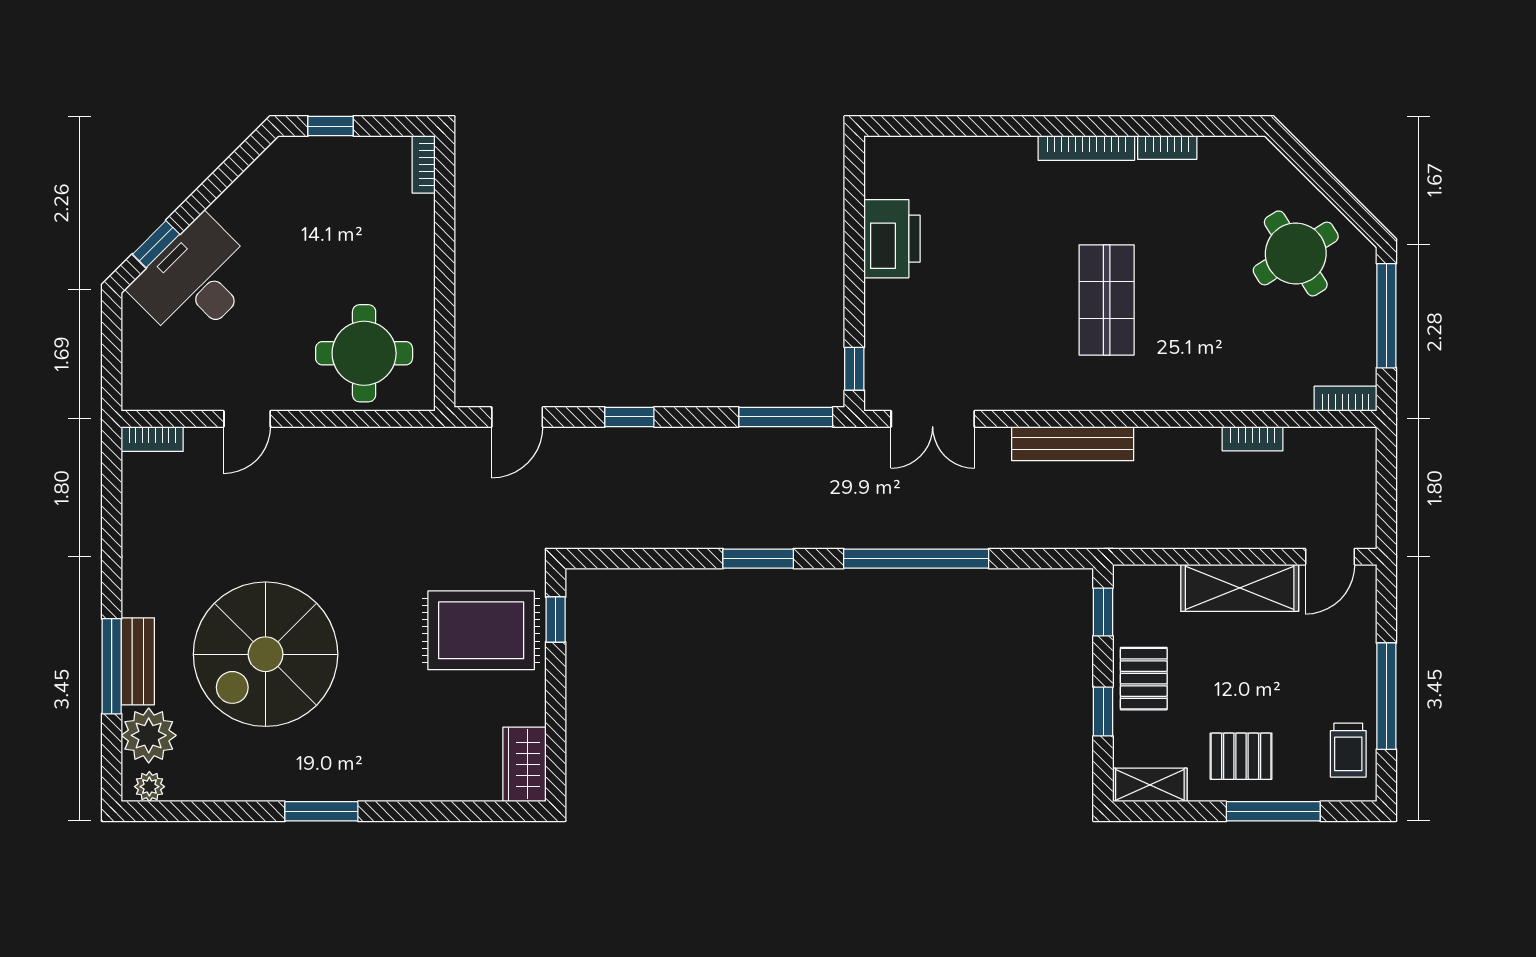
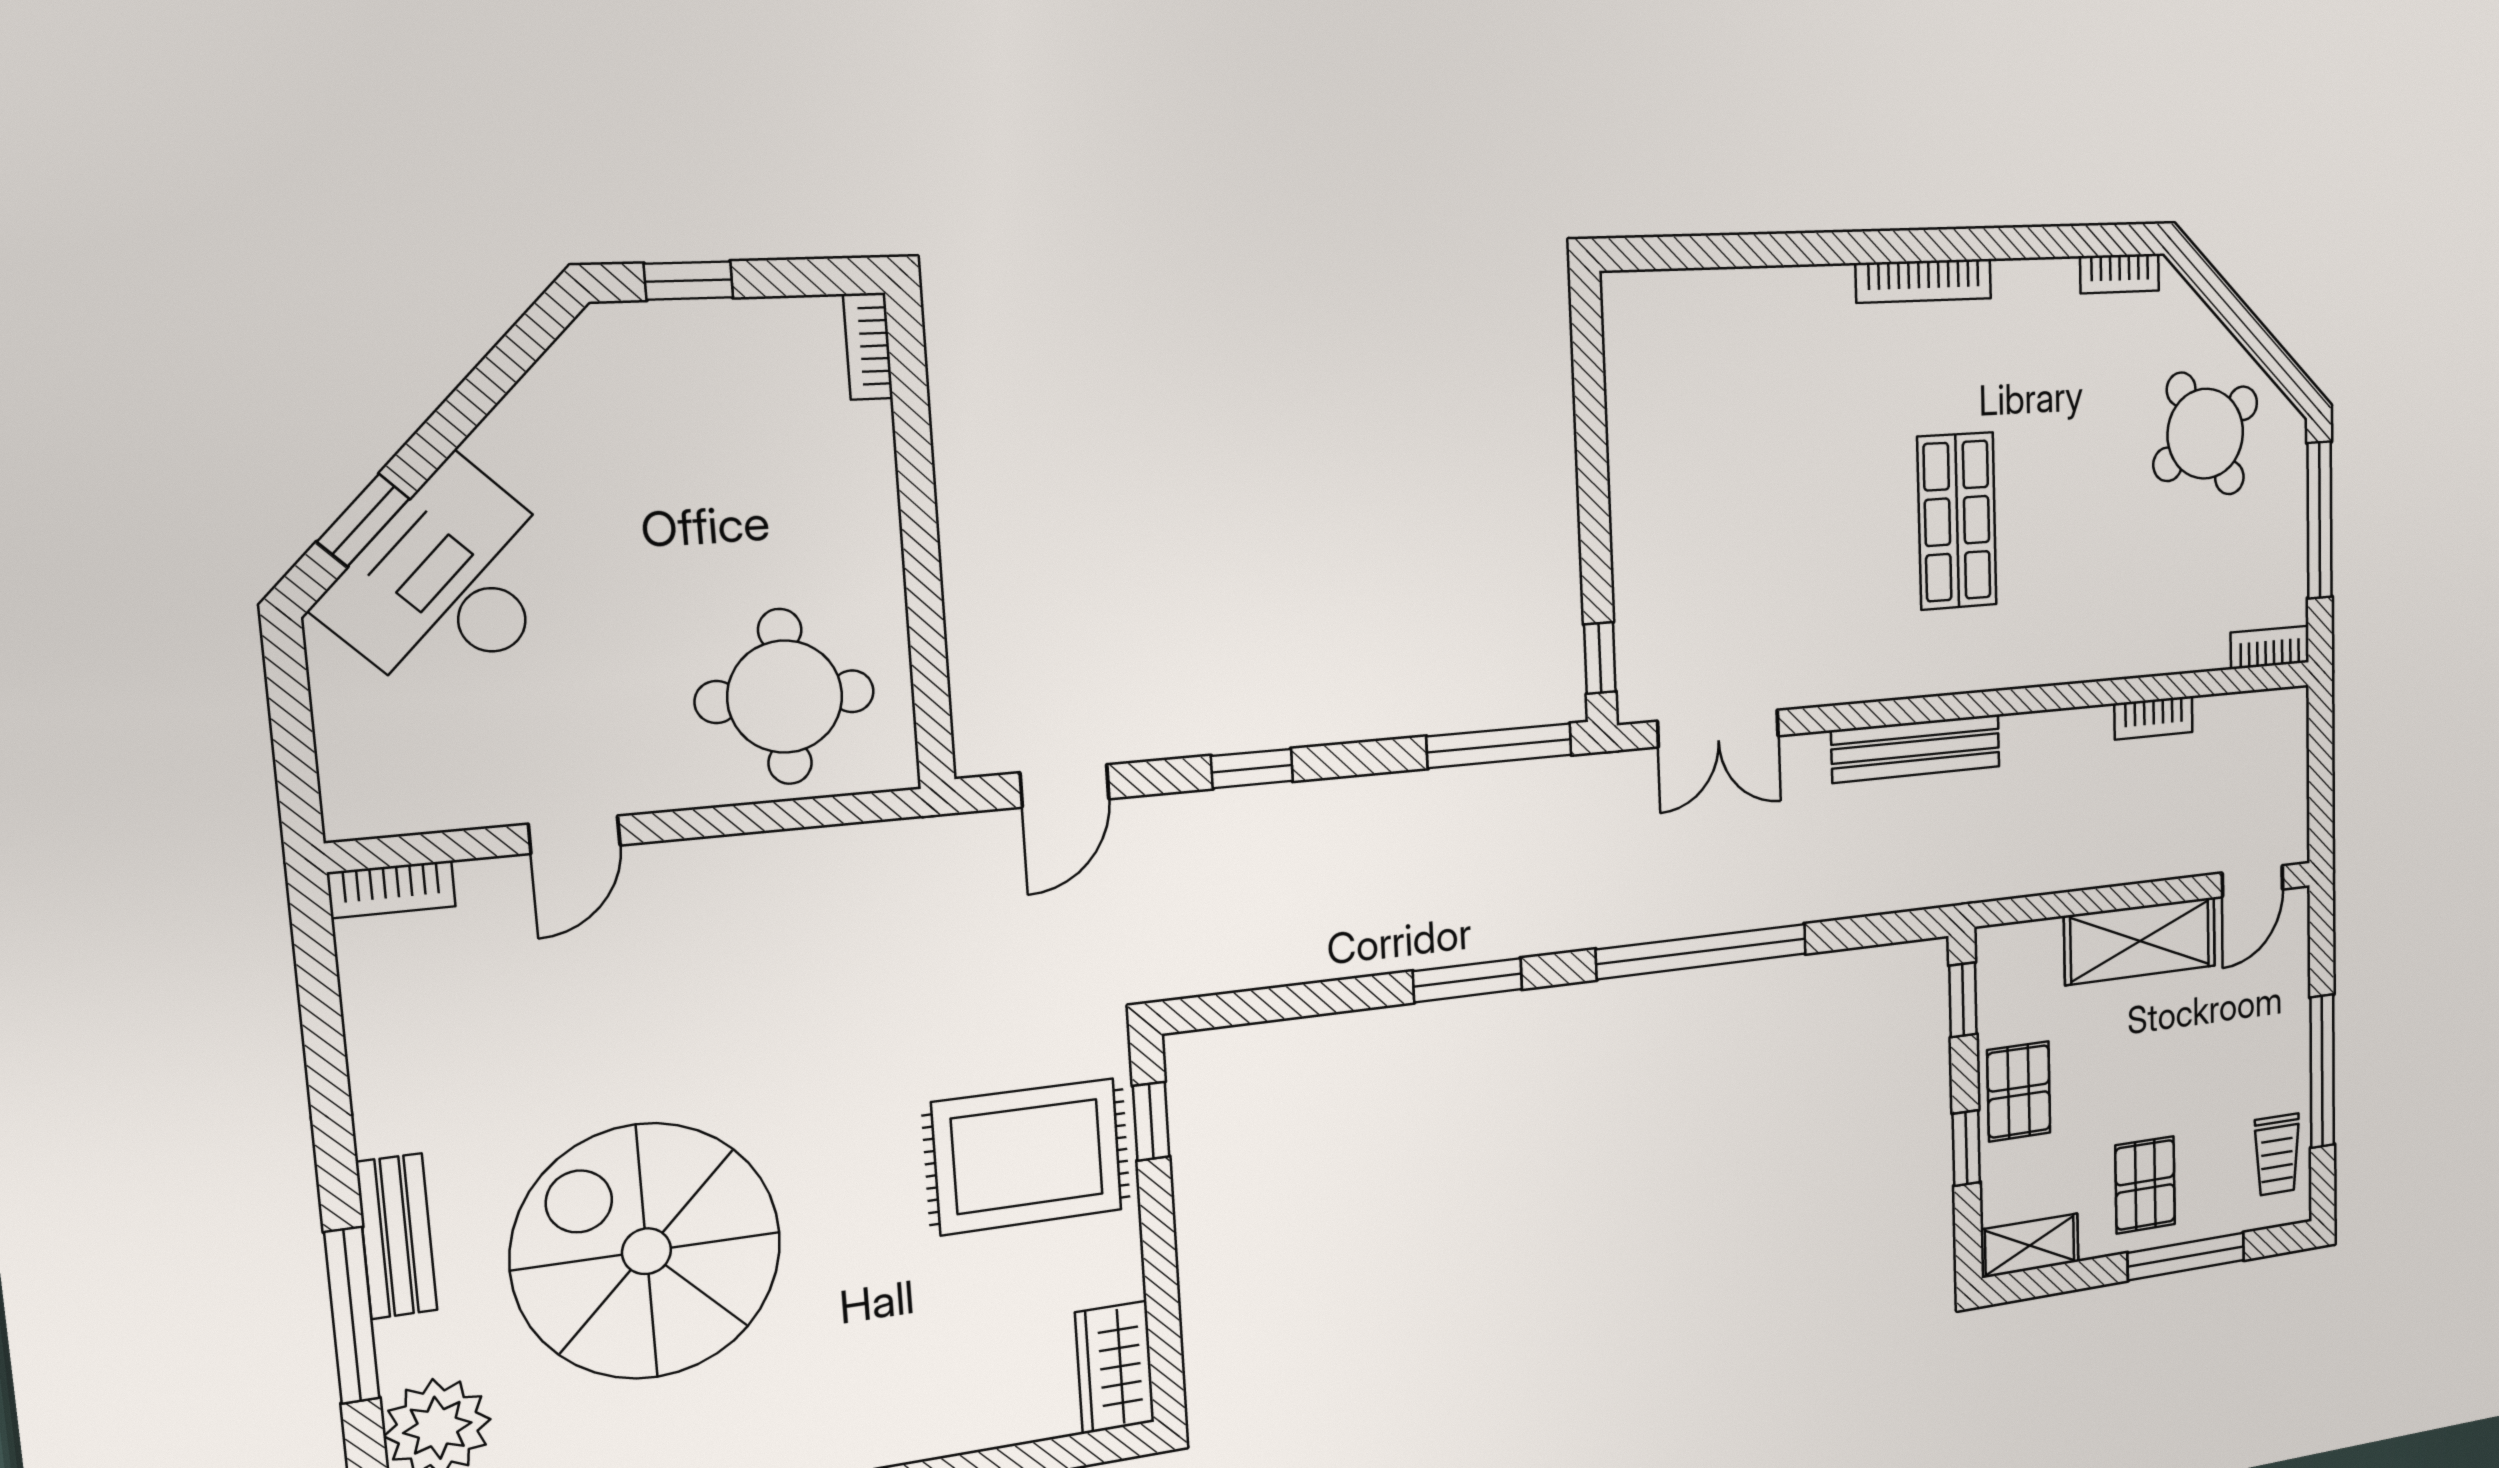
bookcase: (1167, 147) -> (2120, 274), moved
printer: (892, 239) -> (1648, 441), removed
spiral stairs: (266, 654) -> (647, 1251), turned 90
bench: (138, 661) -> (397, 1236), moved
pallet: (1241, 756) -> (2145, 1185), turned 90

